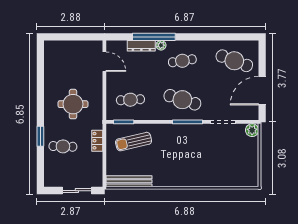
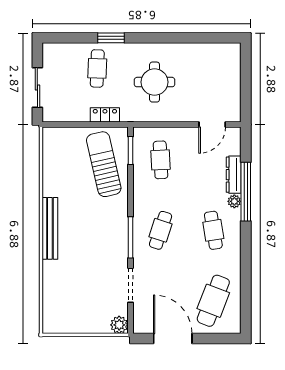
cafe table: (182, 100) -> (161, 230), width x0.73, depth x0.74
sun lounger: (134, 142) -> (104, 164), width x1.36, depth x1.34
bench: (129, 181) -> (50, 228), moved

